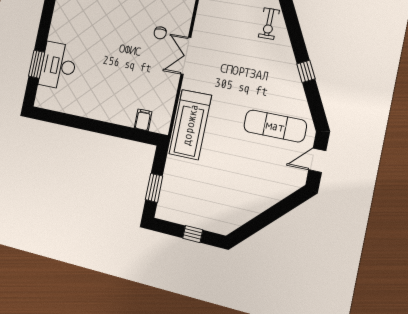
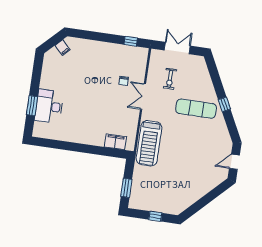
exercise bike: (269, 24) -> (170, 79), moved
filing cabinet: (143, 120) -> (115, 142), width x2.00
exercise mat: (275, 126) -> (196, 109), moved

